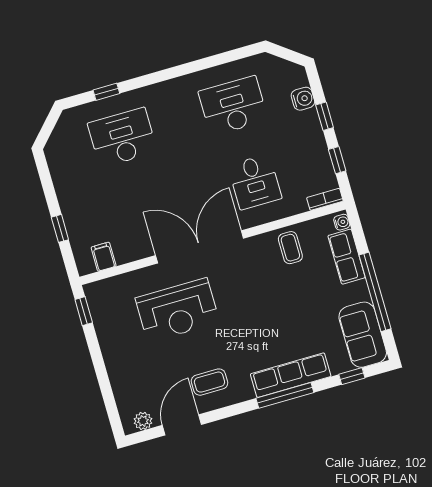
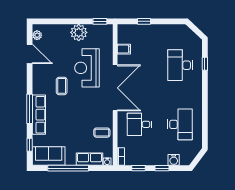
desk: (122, 138) -> (180, 65), turned 180
filing cabinet: (104, 257) -> (124, 49), moved
plant: (116, 345) -> (79, 32), added
coffee table: (209, 382) -> (62, 86), moved

